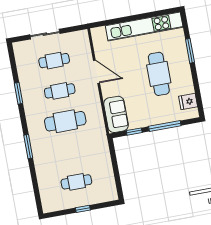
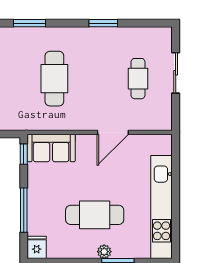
plant: (184, 62) -> (104, 252), added
cafe table: (60, 91) -> (96, 79), removed
fridge: (188, 101) -> (37, 247), moved
window: (134, 132) -> (24, 154), moved

